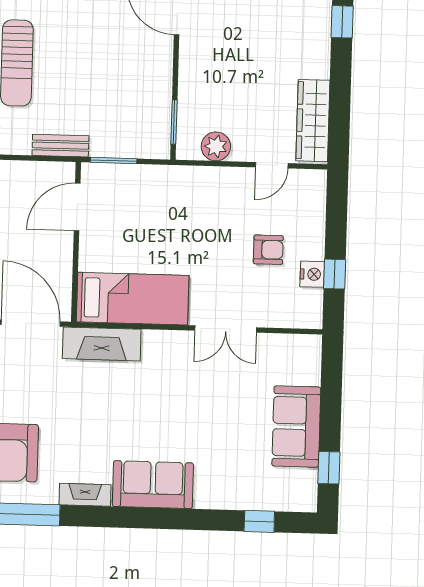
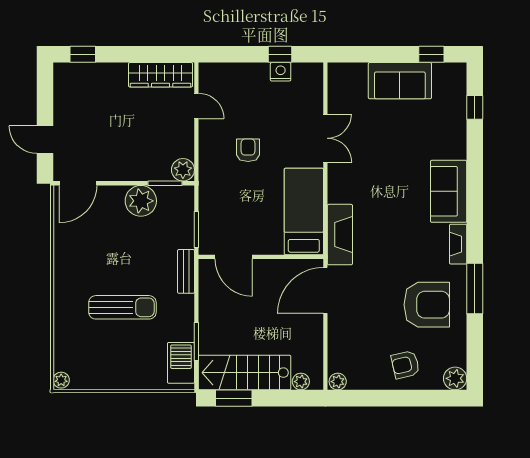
plant: (152, 91) -> (141, 201), added
plant: (216, 146) -> (183, 170), moved
armchair: (268, 250) -> (248, 150), moved

